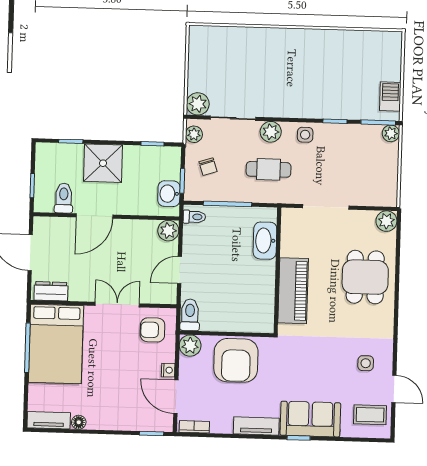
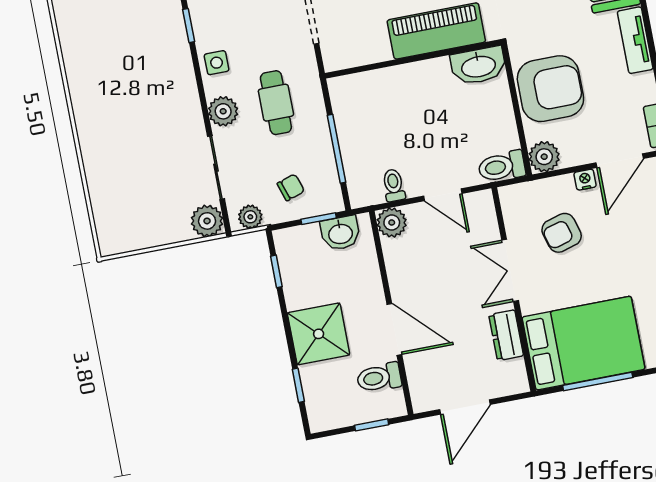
toilet: (194, 217) -> (394, 185), moved
washbasin: (265, 241) -> (478, 66), moved
dresser: (51, 291) -> (506, 335), moved
armchair: (153, 330) -> (562, 233), moved, turned 74

